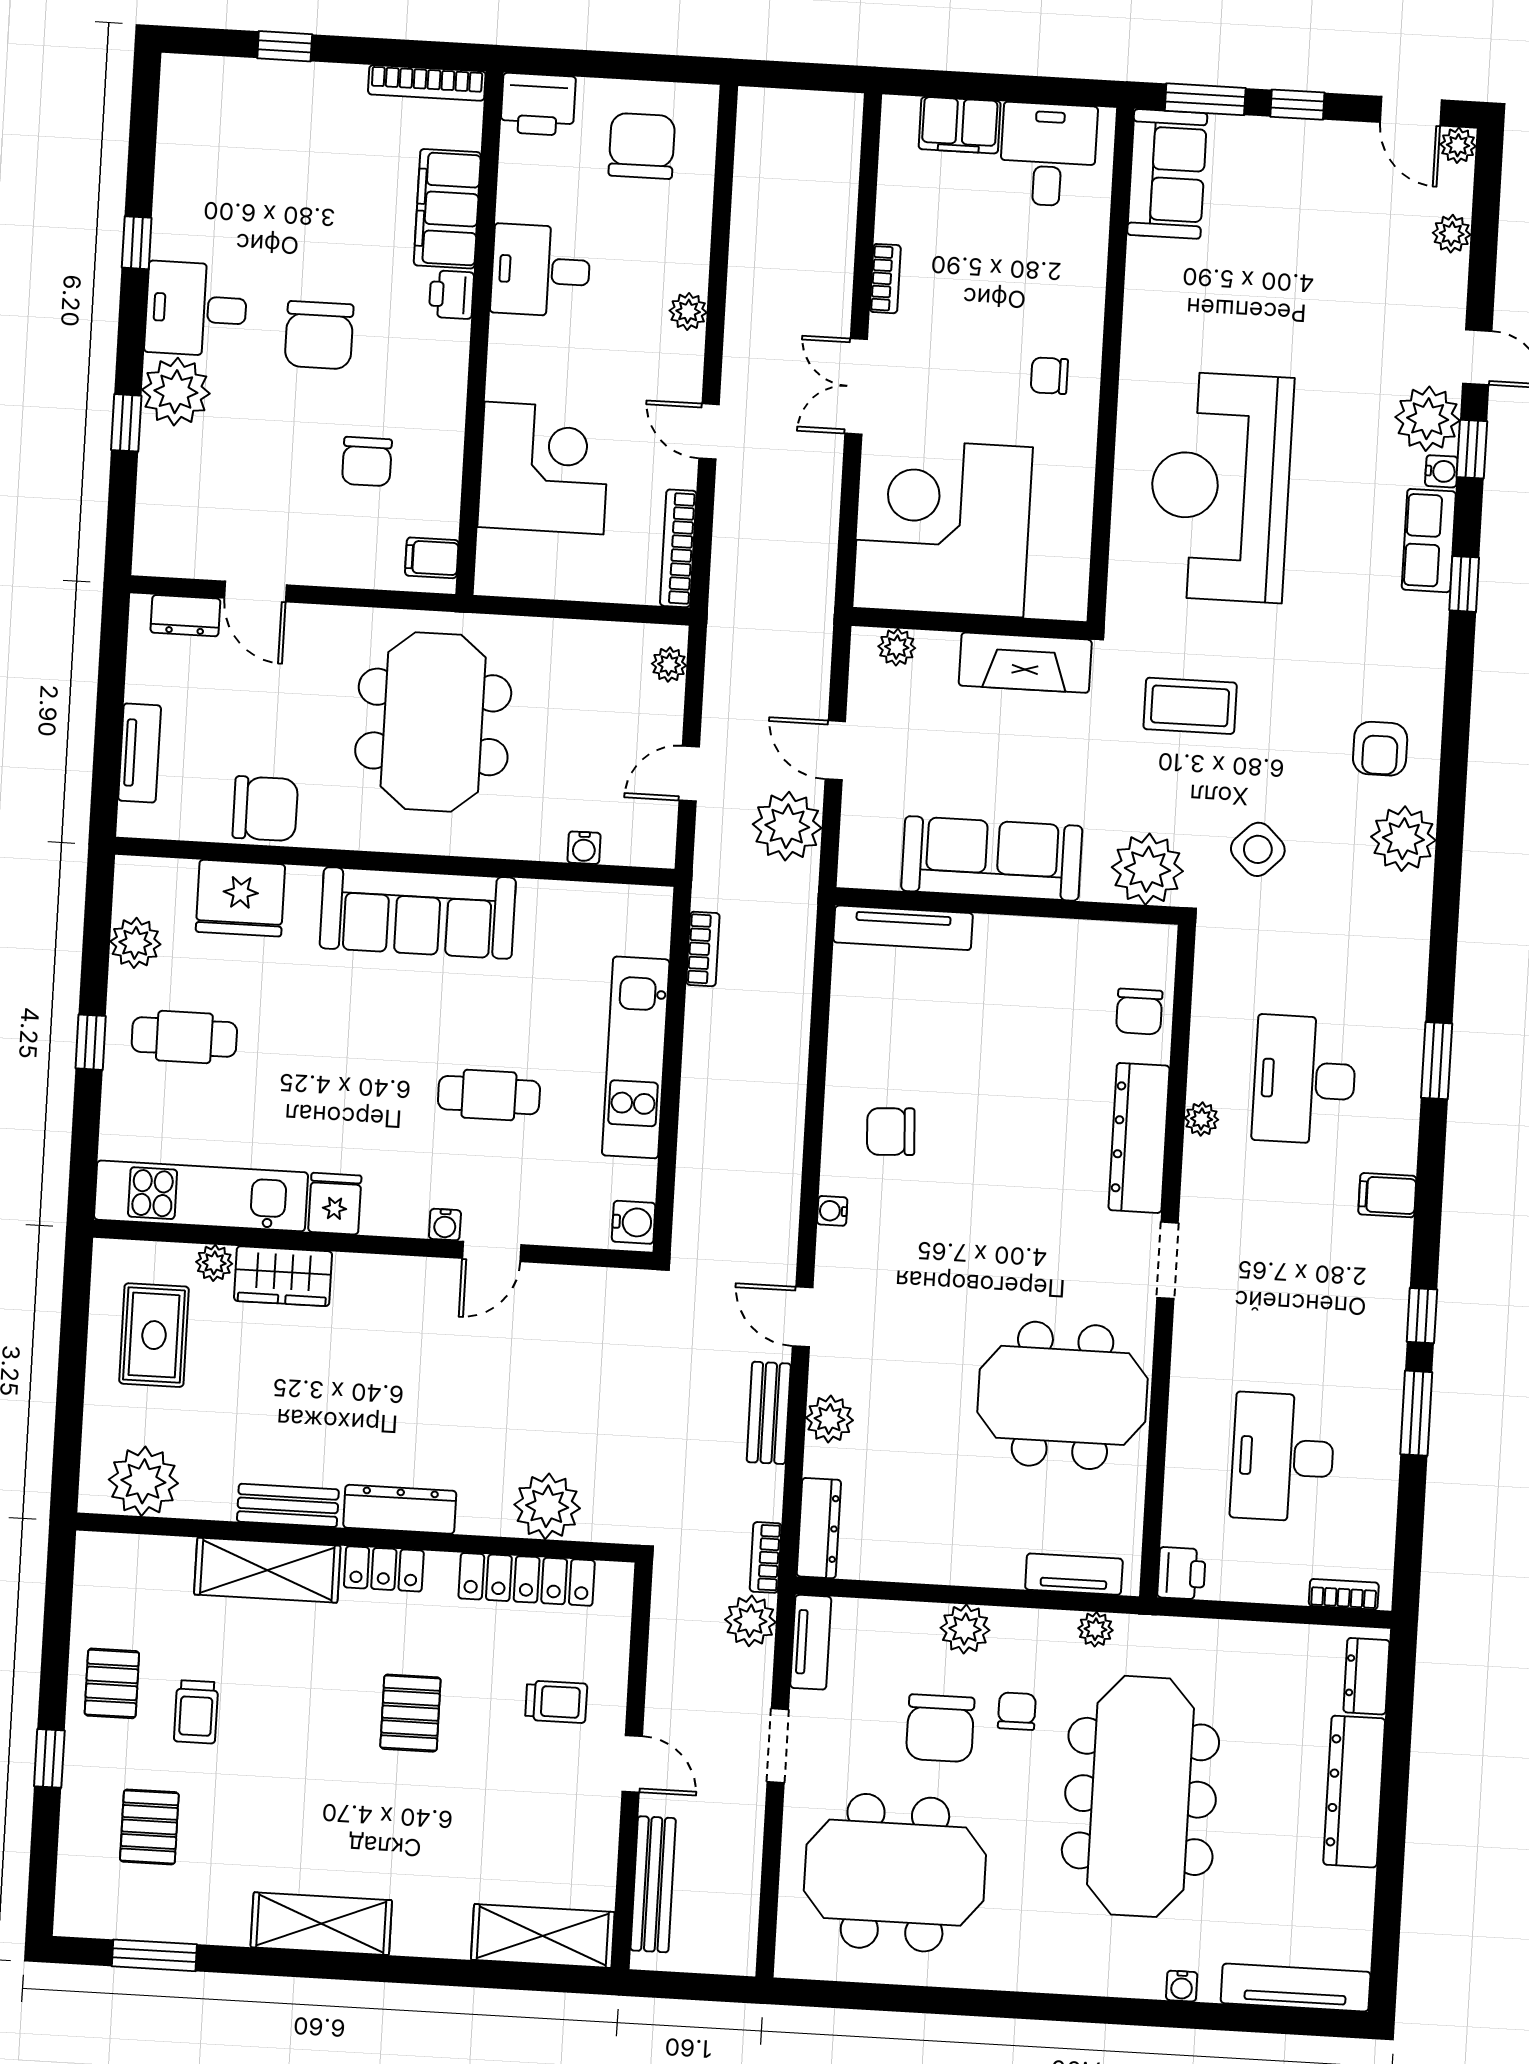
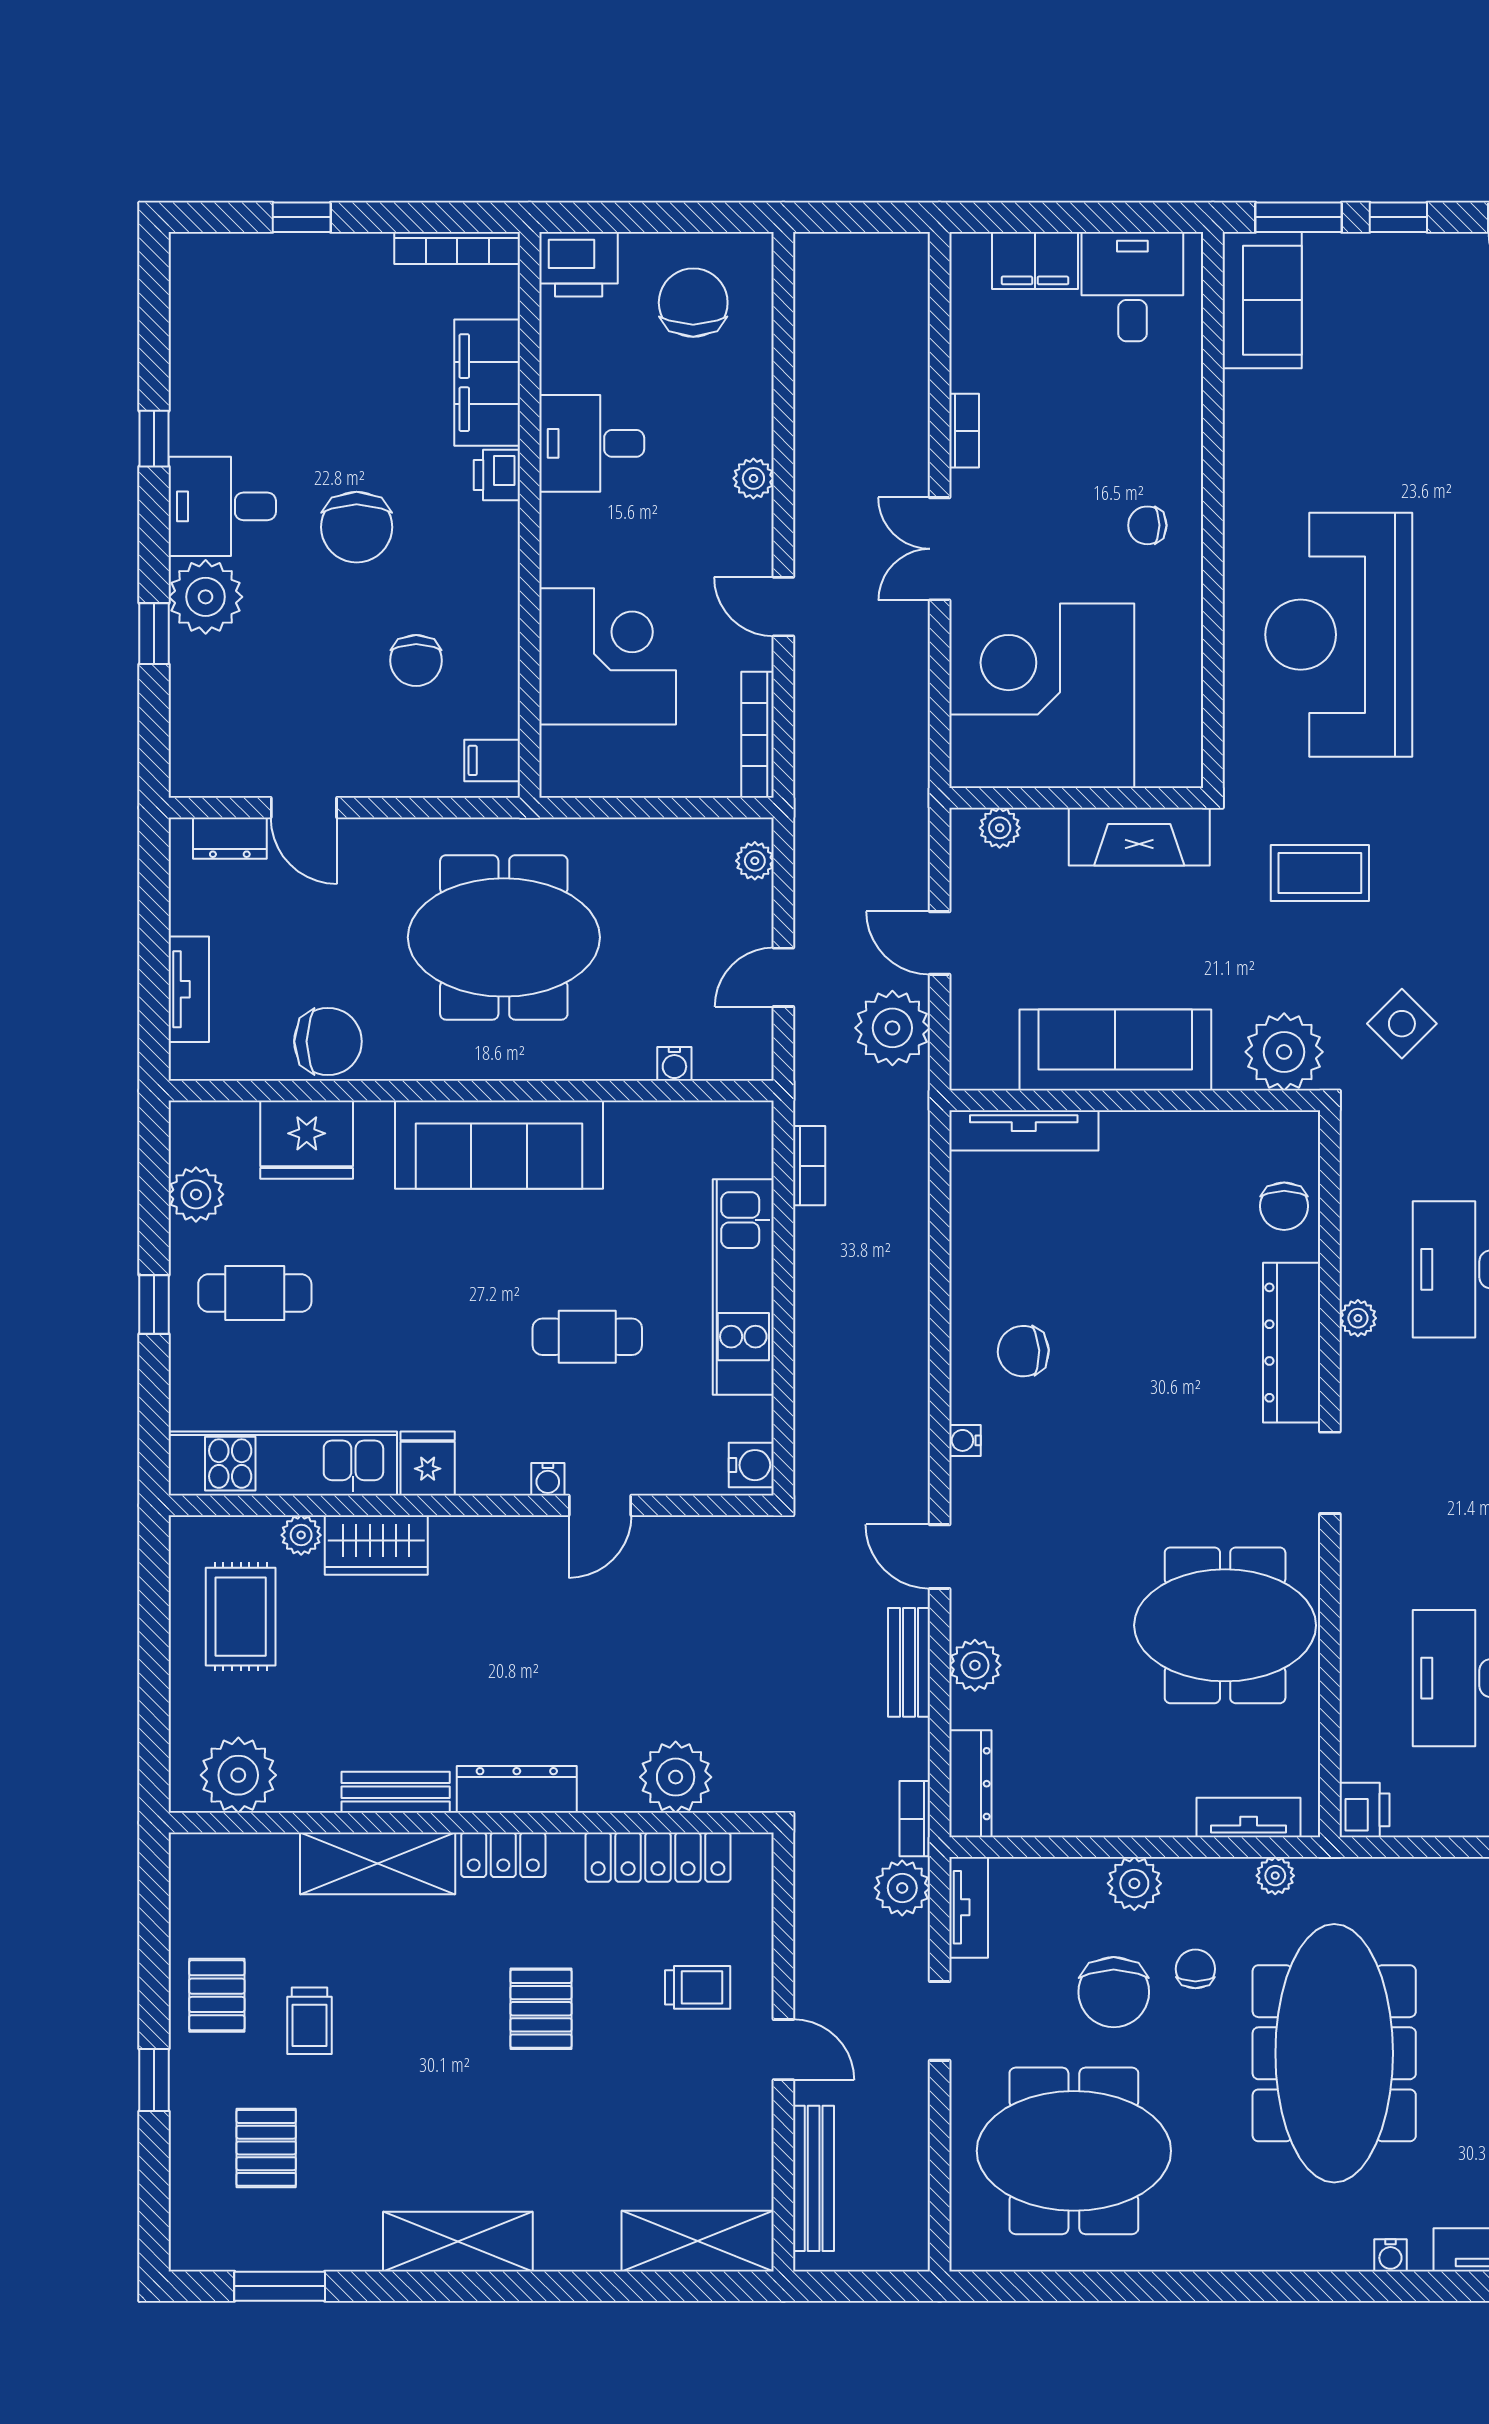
meeting table: (433, 722) -> (504, 937), turned 90

